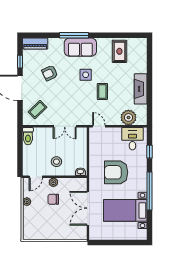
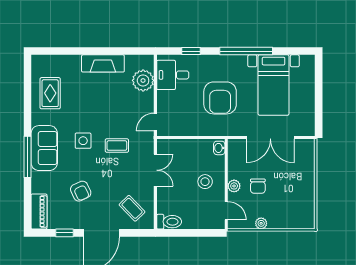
rug: (119, 51) -> (50, 93), turned 90
coffee table: (102, 91) -> (117, 146), moved

